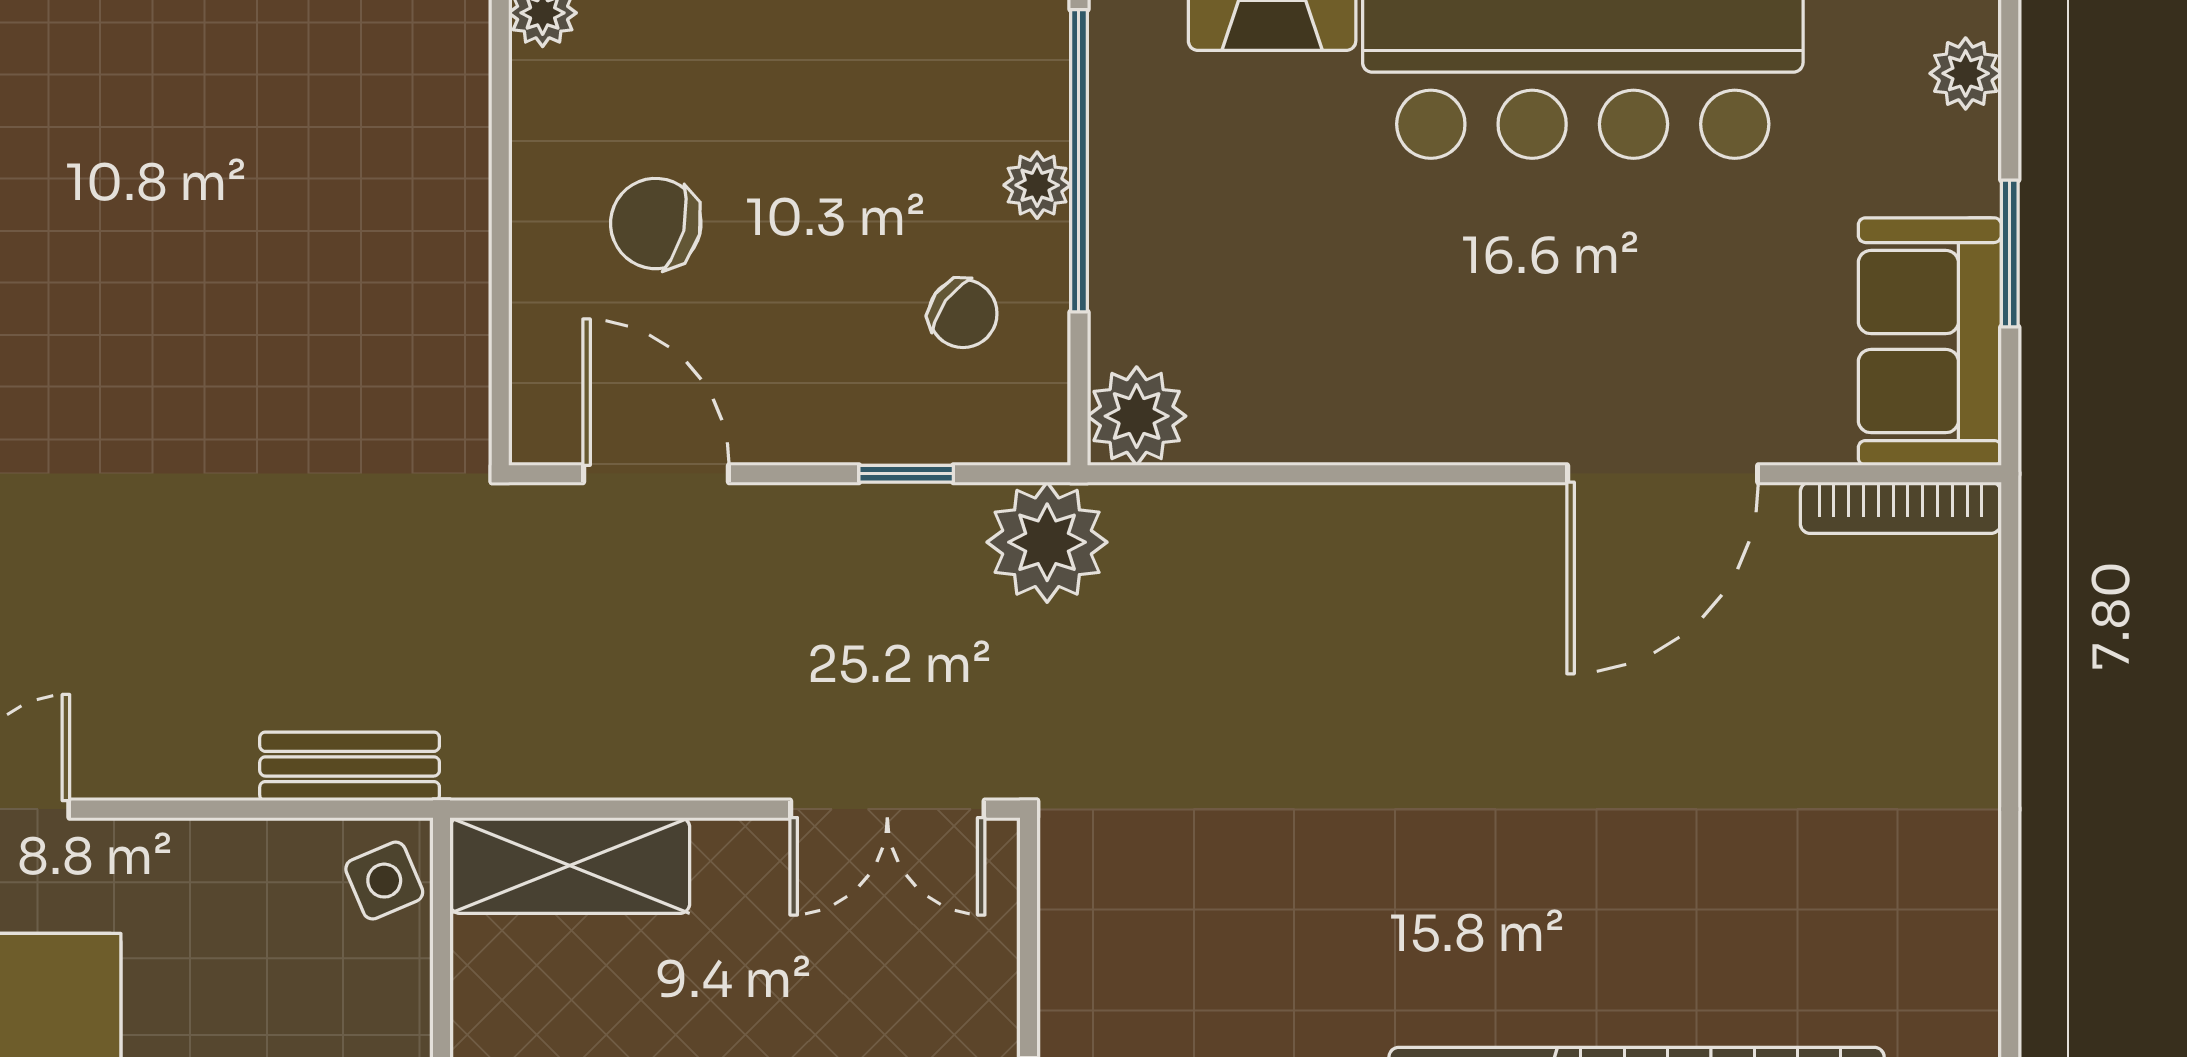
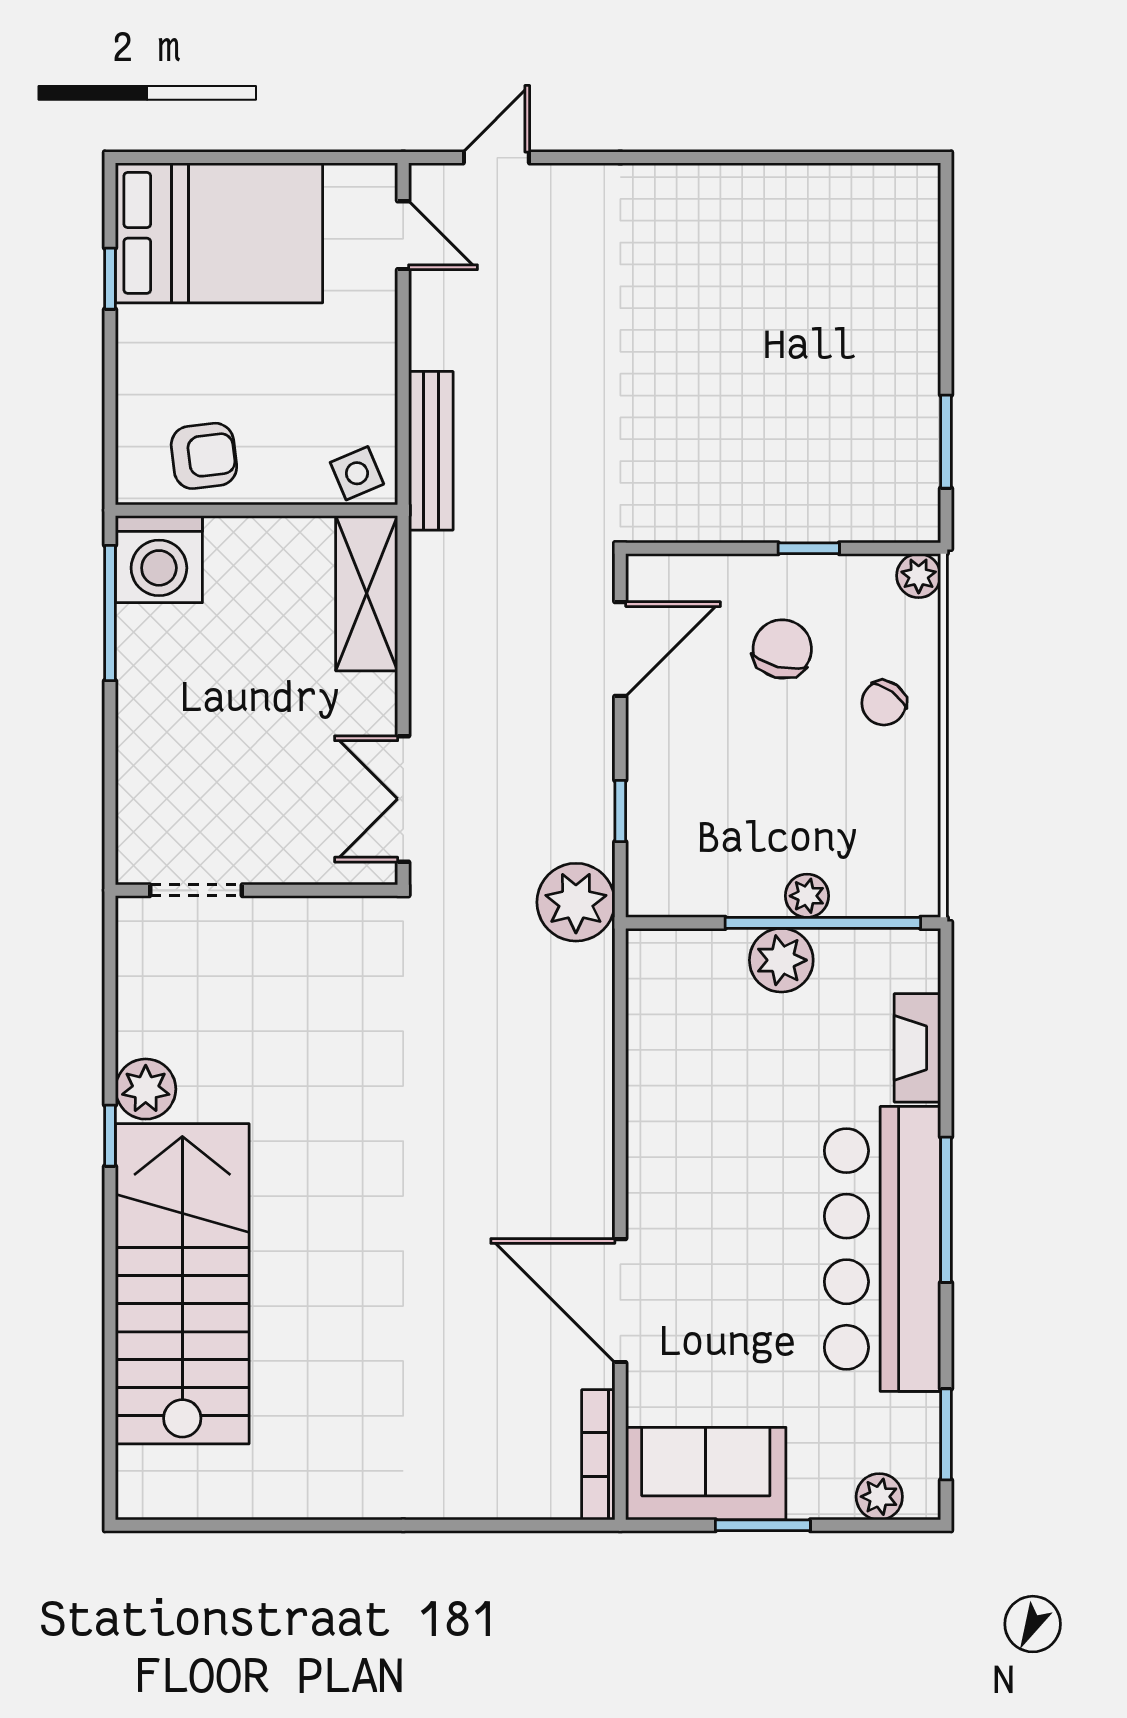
window: (500, 182) -> (809, 548), added
chair: (963, 314) -> (884, 703), moved
plant: (1137, 416) -> (781, 960), moved
bench: (350, 766) -> (431, 451), width x1.36

